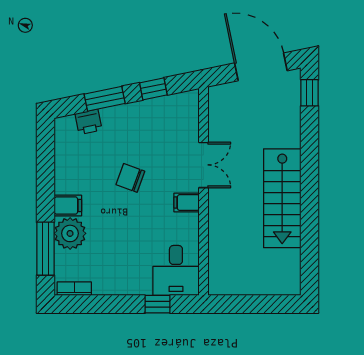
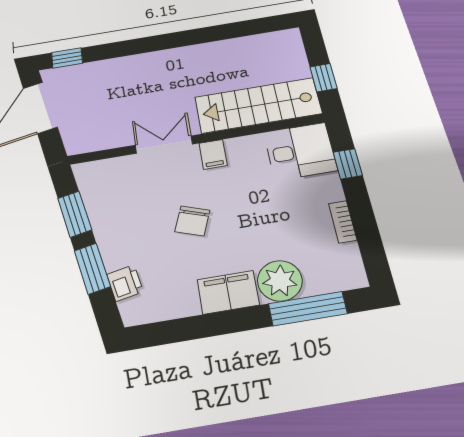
window: (153, 89) -> (75, 214), width x1.50
stairs: (282, 198) -> (258, 105), moved, turned 180
filing cabinet: (68, 205) -> (228, 292), width x2.00
bookcase: (74, 289) -> (343, 222), moved
window: (243, 304) -> (323, 78), added

